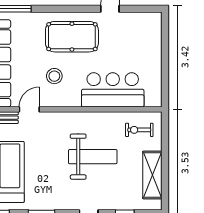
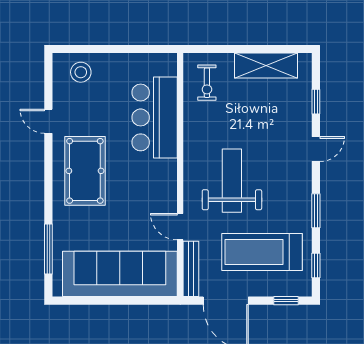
stool: (54, 76) -> (81, 72), moved
weight bench: (93, 157) -> (232, 181), moved

